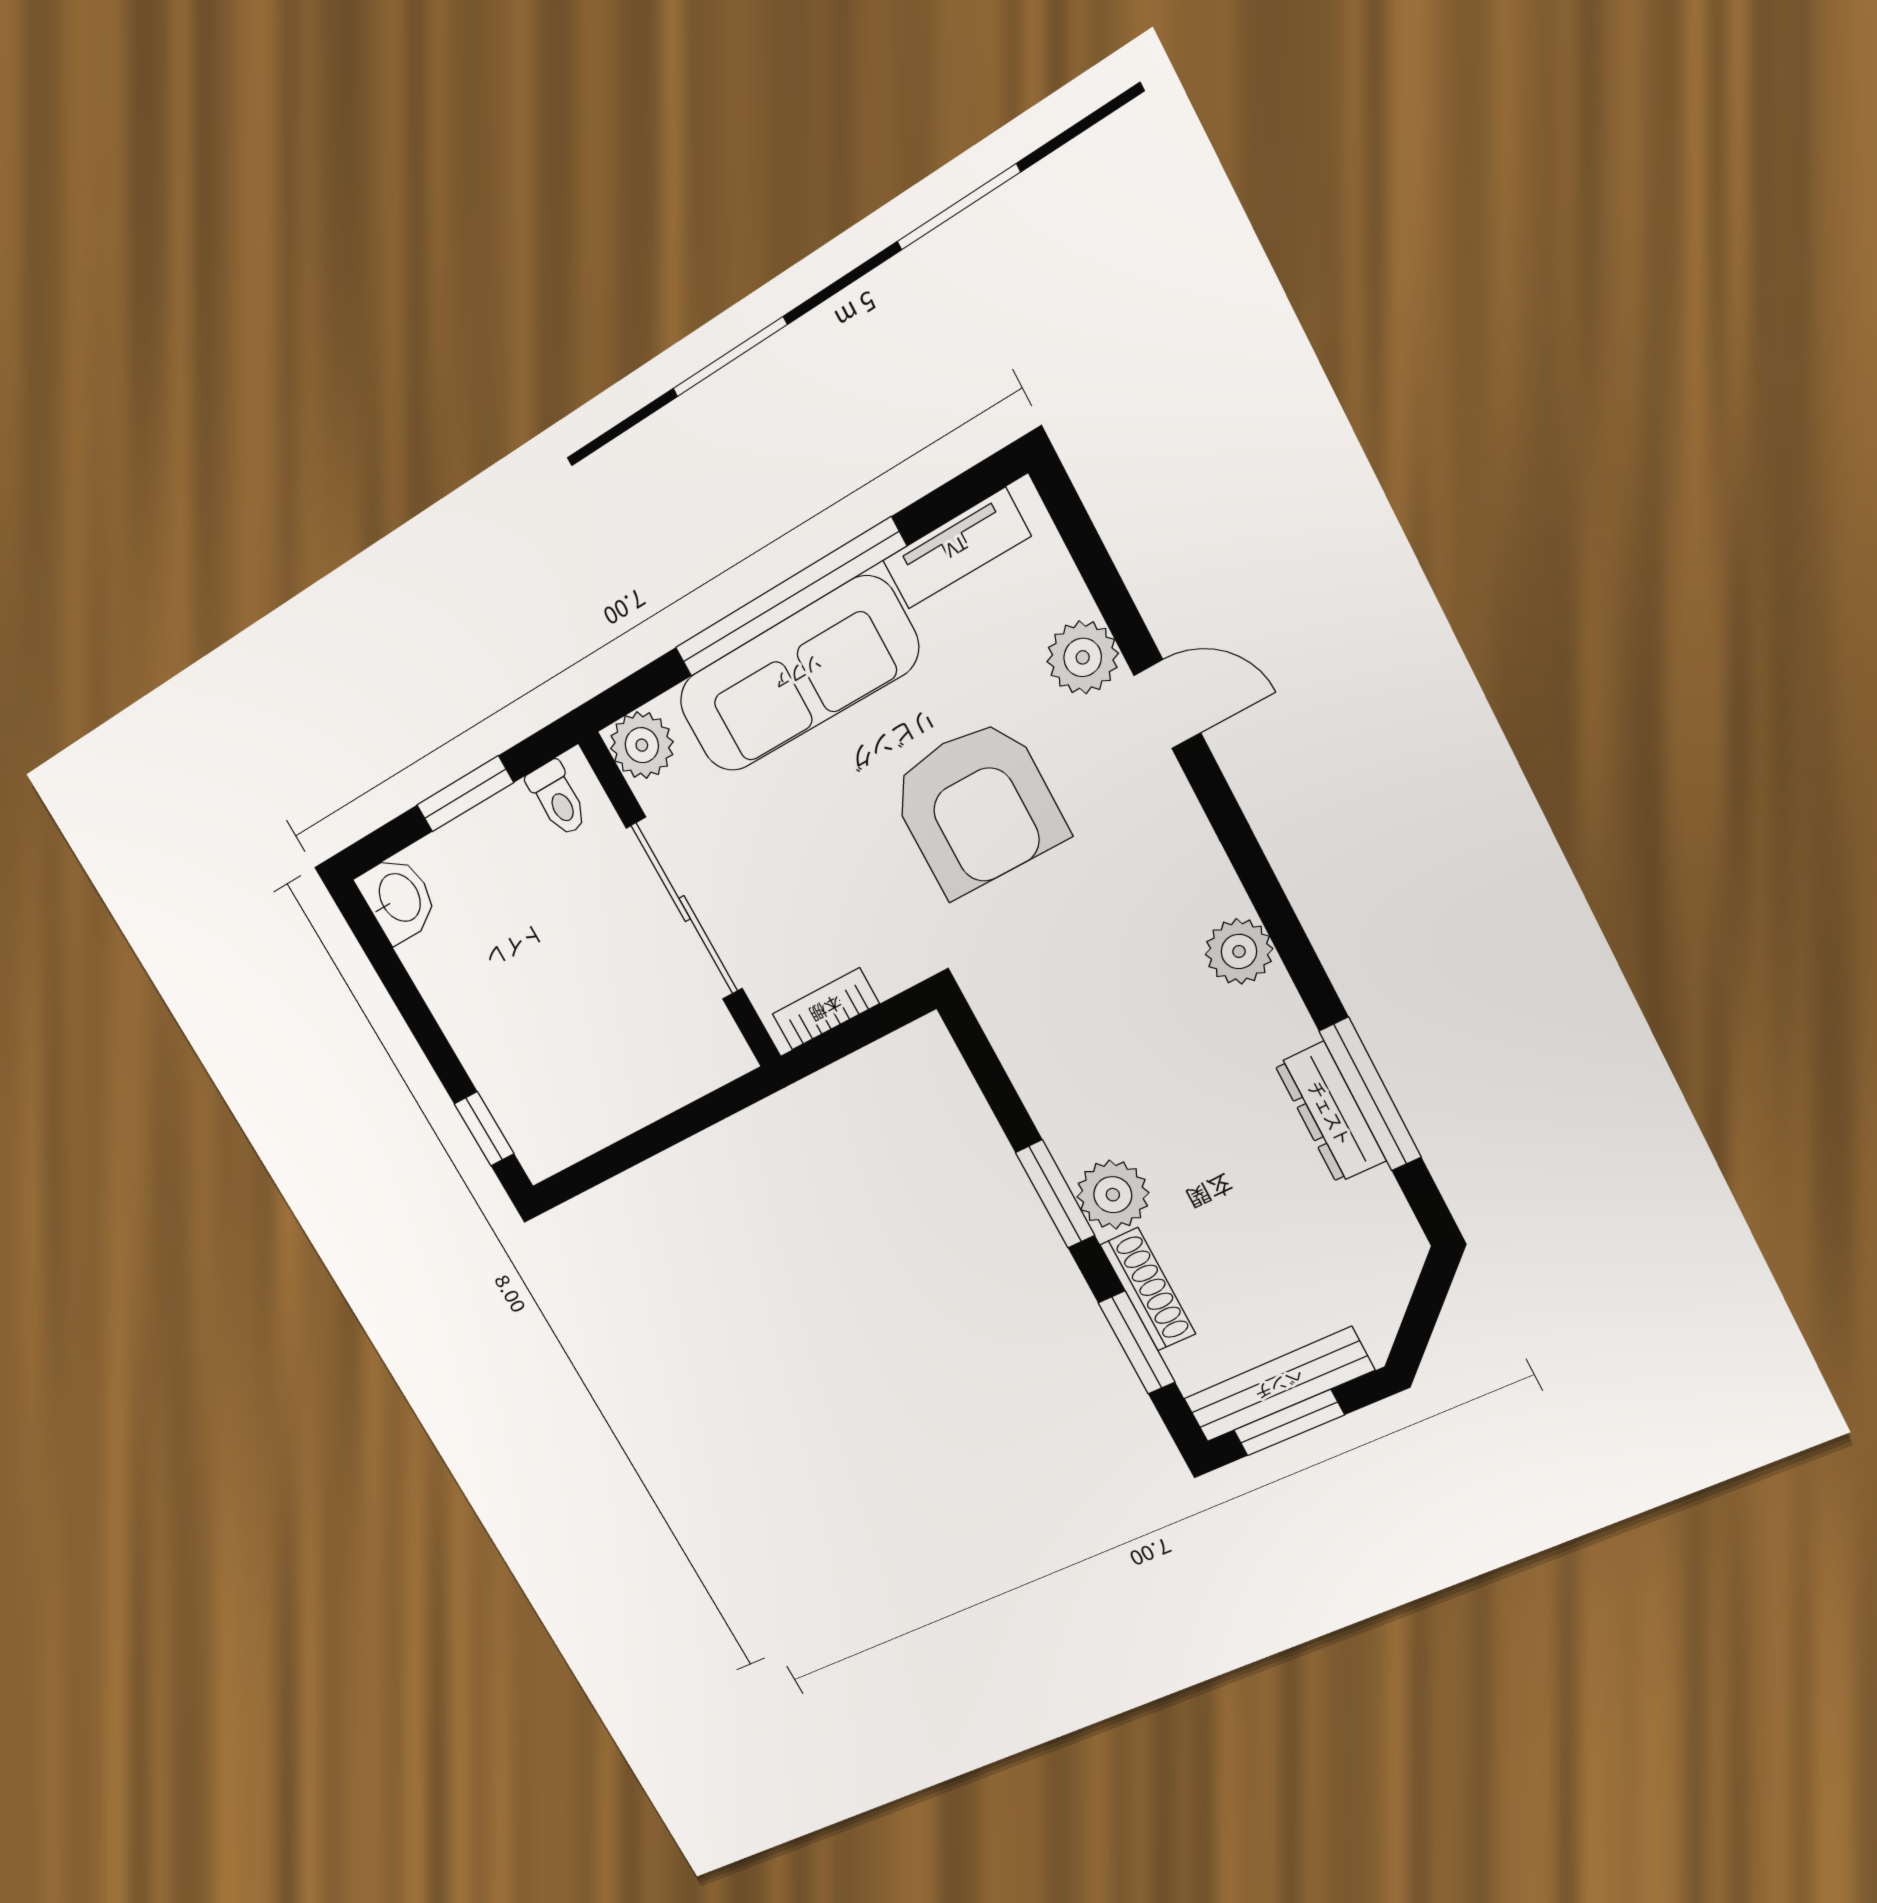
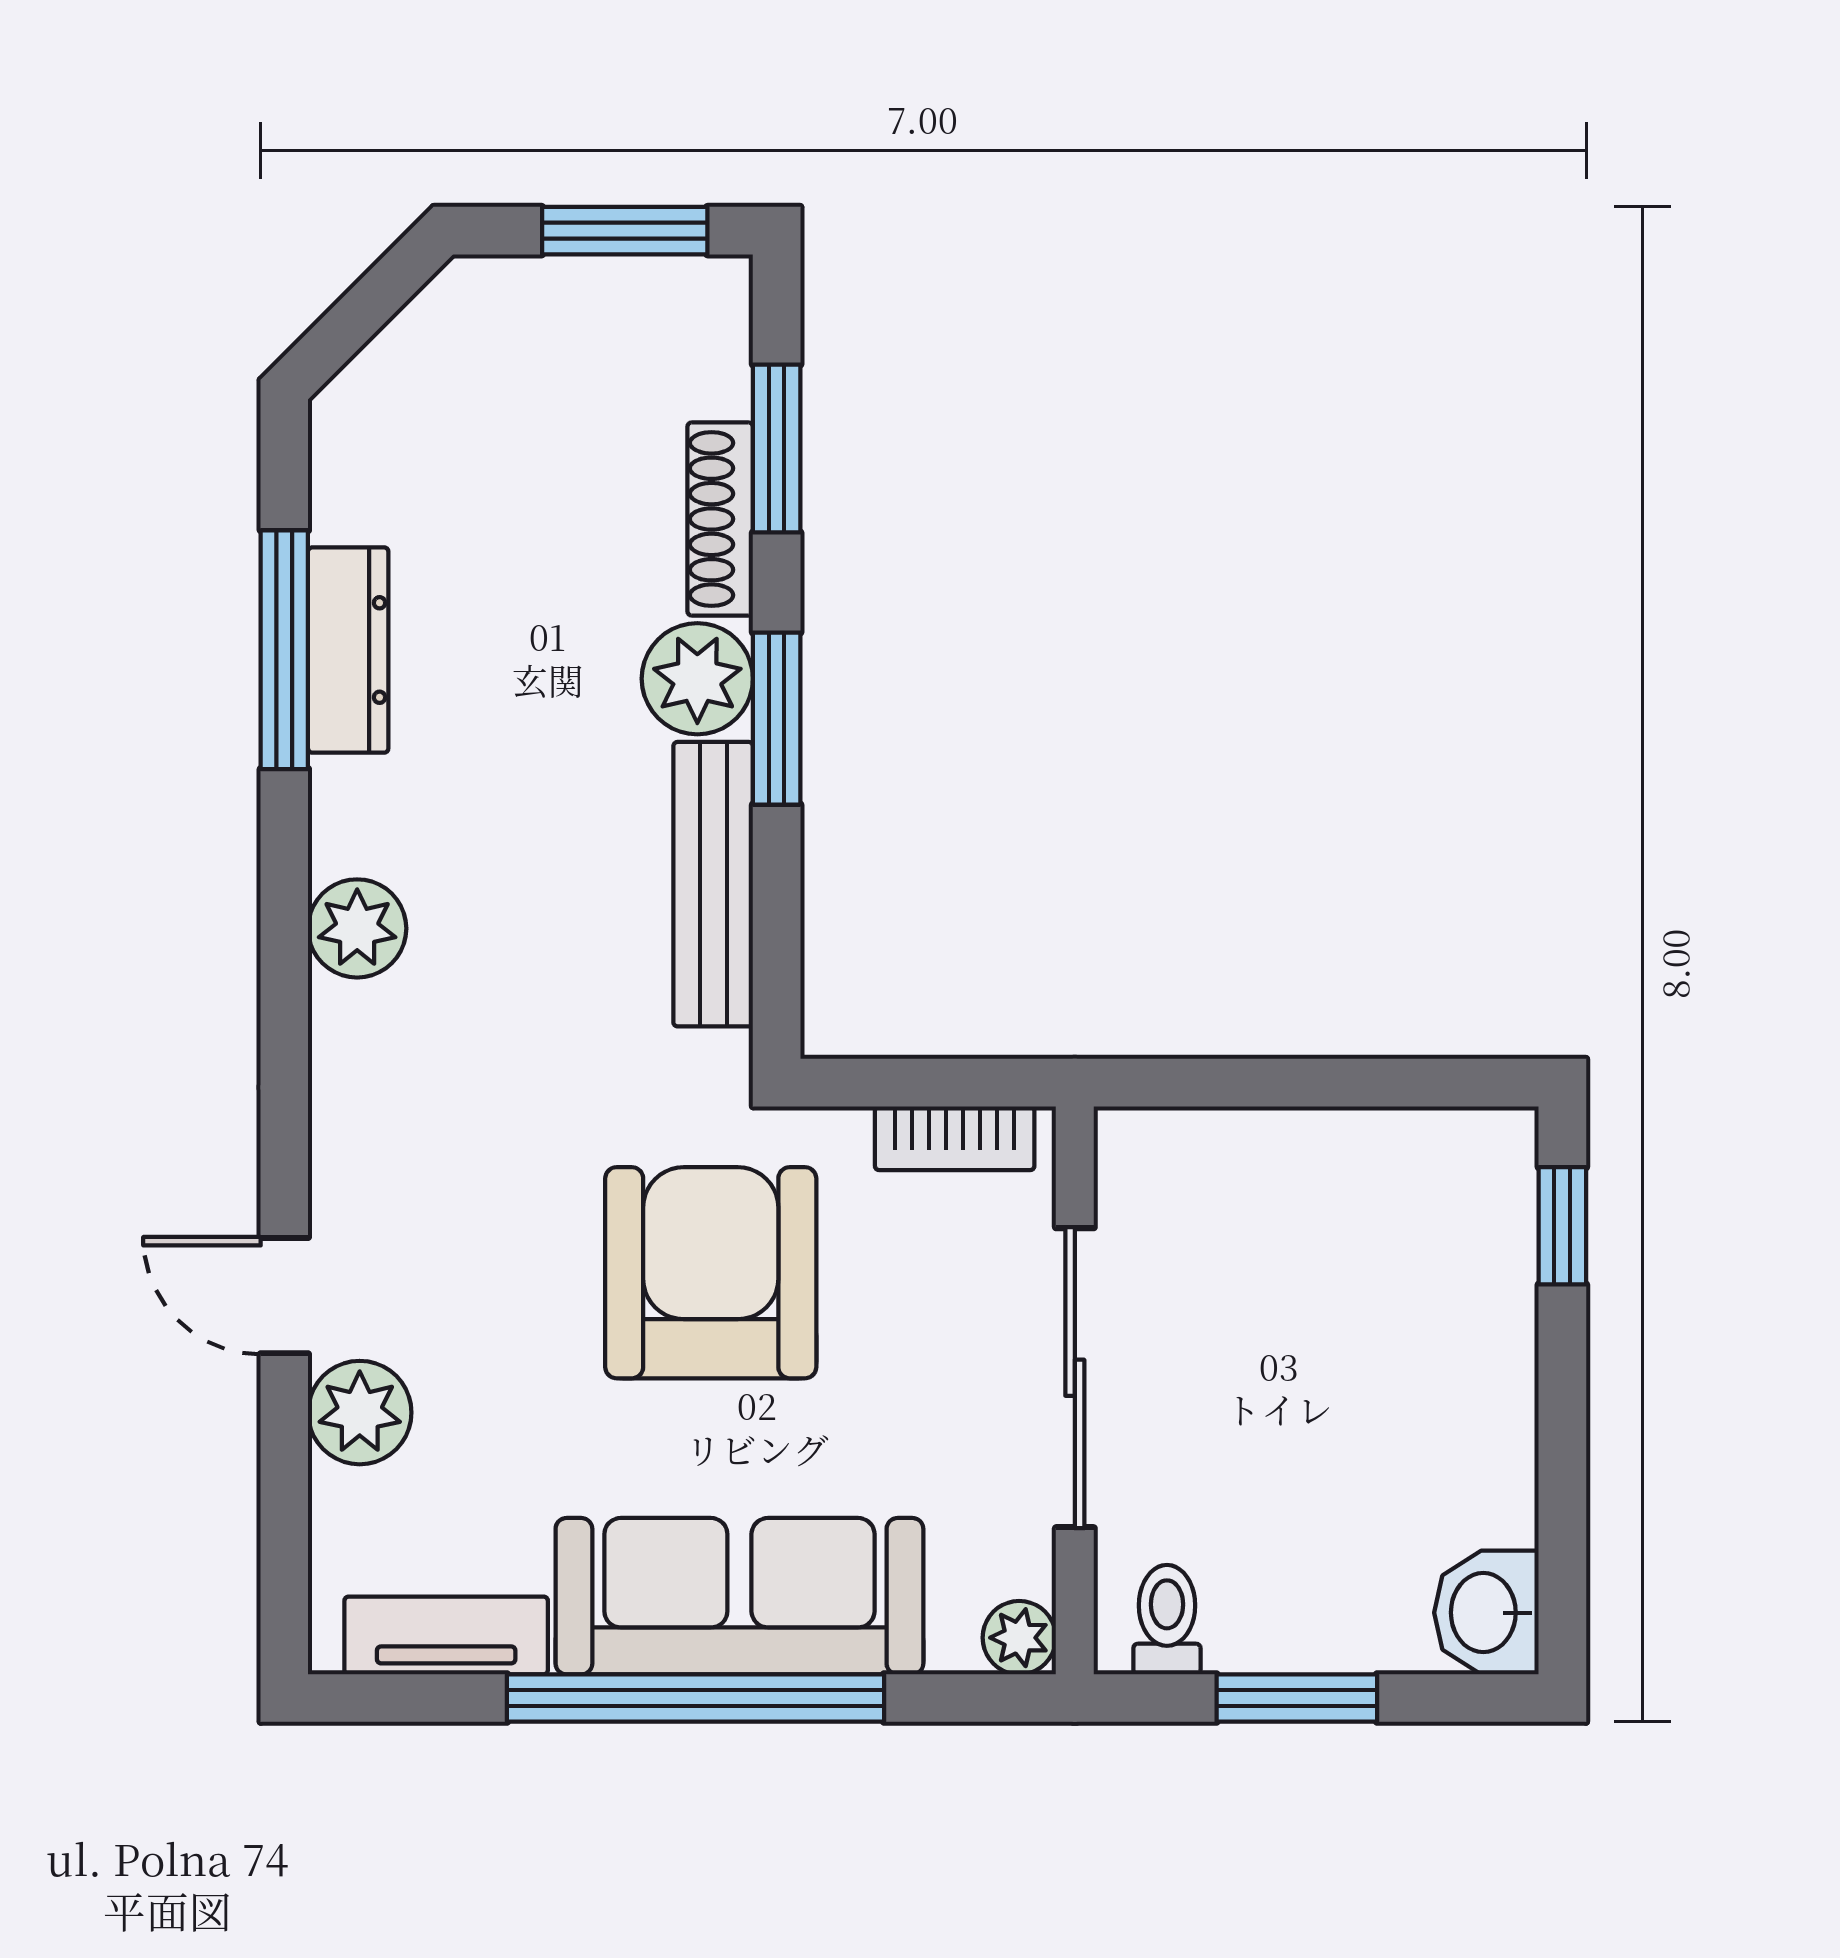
plant: (642, 745) -> (1019, 1638), width x0.73, depth x0.73
armchair: (977, 807) -> (711, 1273), moved
bench: (1279, 1385) -> (713, 884), moved, turned 90

